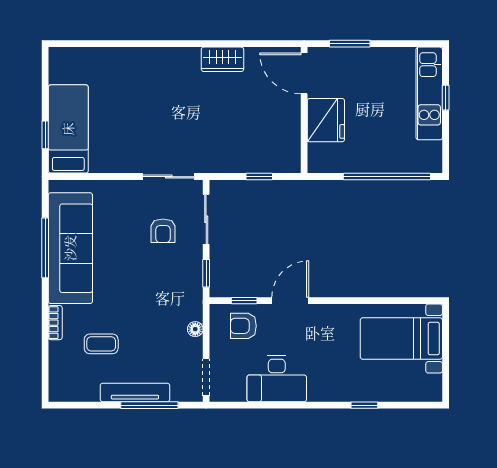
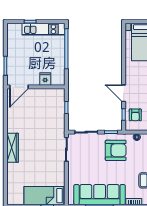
wardrobe: (222, 59) -> (12, 148), moved, width x1.50
kitchen unit: (429, 93) -> (44, 29), moved
fridge: (326, 120) -> (45, 79), width x0.53, depth x0.75
armchair: (163, 231) -> (116, 150), moved, width x1.88, depth x1.88

